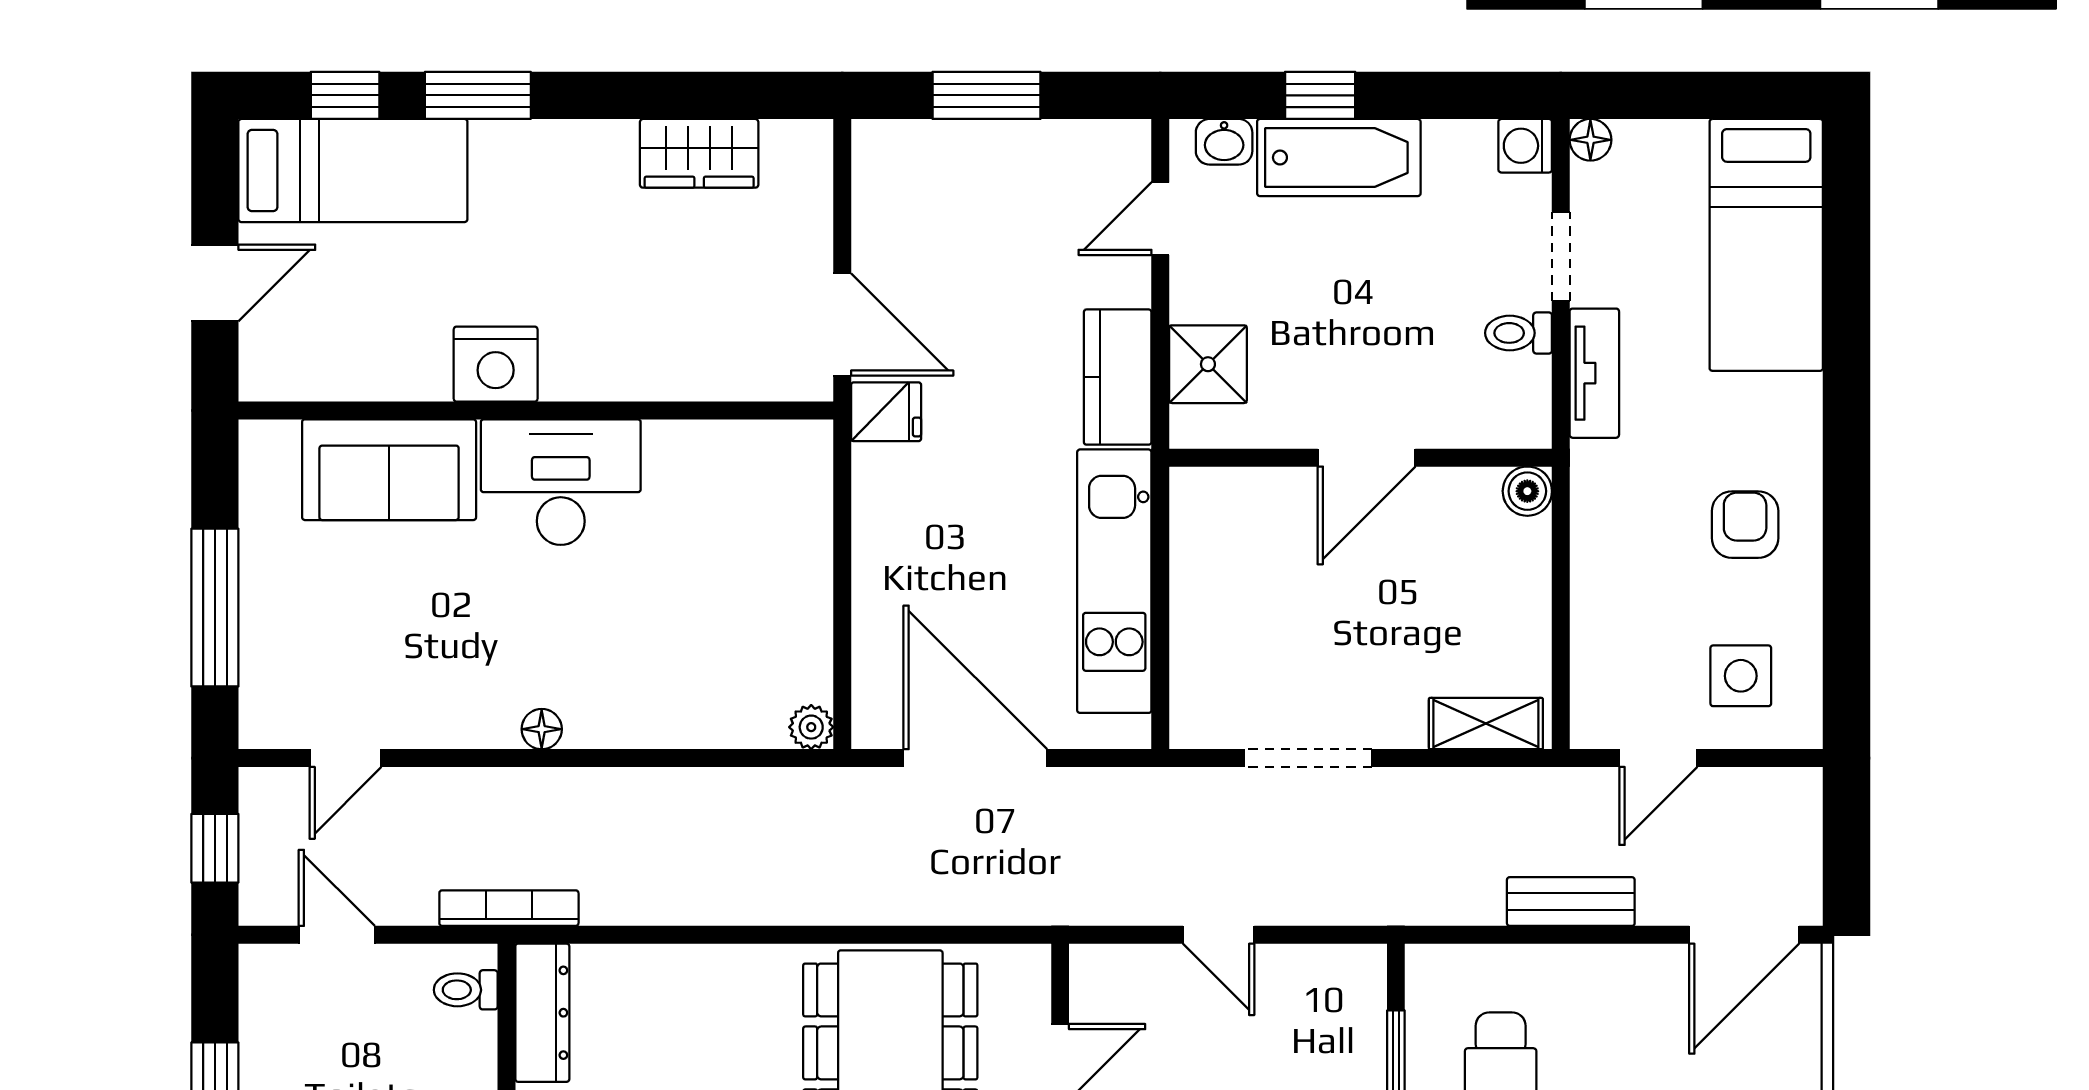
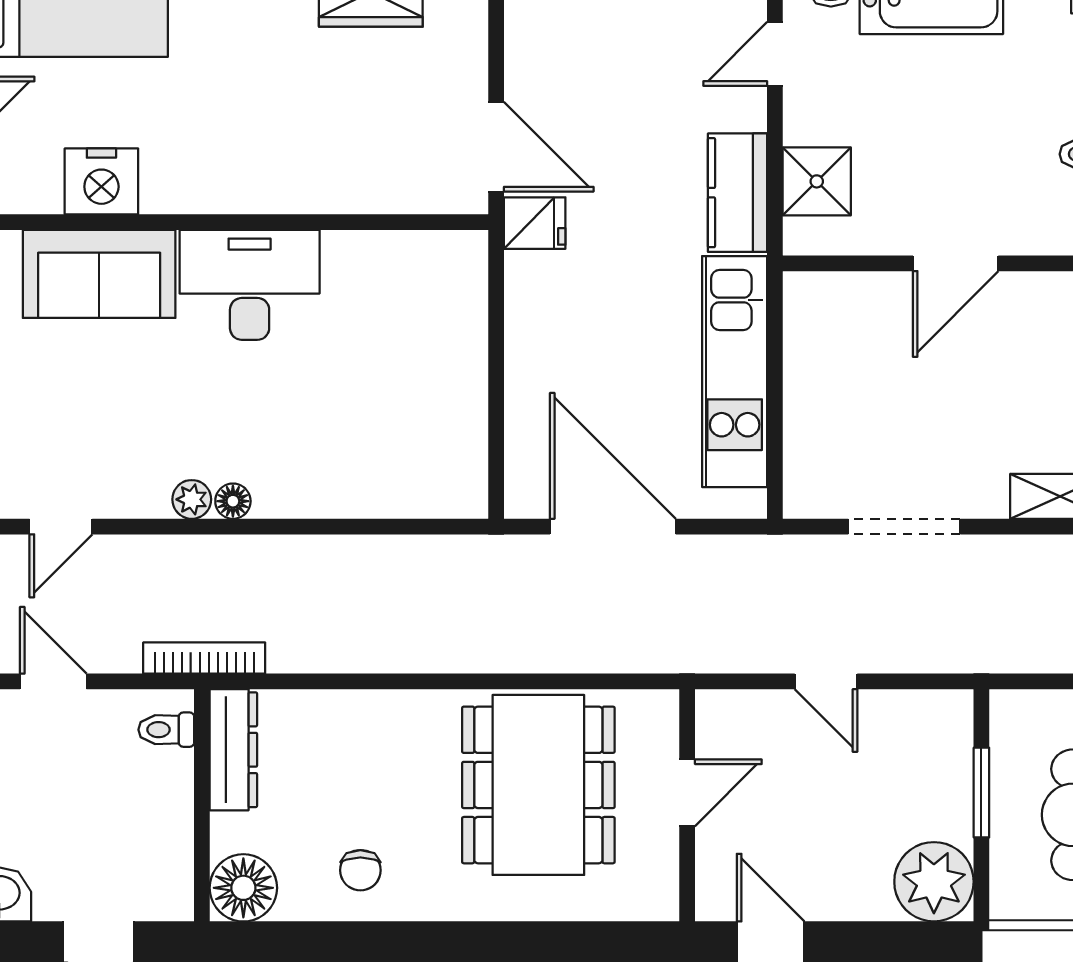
nightstand: (496, 364) -> (101, 181), moved
plant: (811, 727) -> (192, 499), moved

